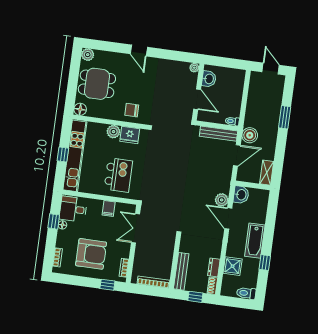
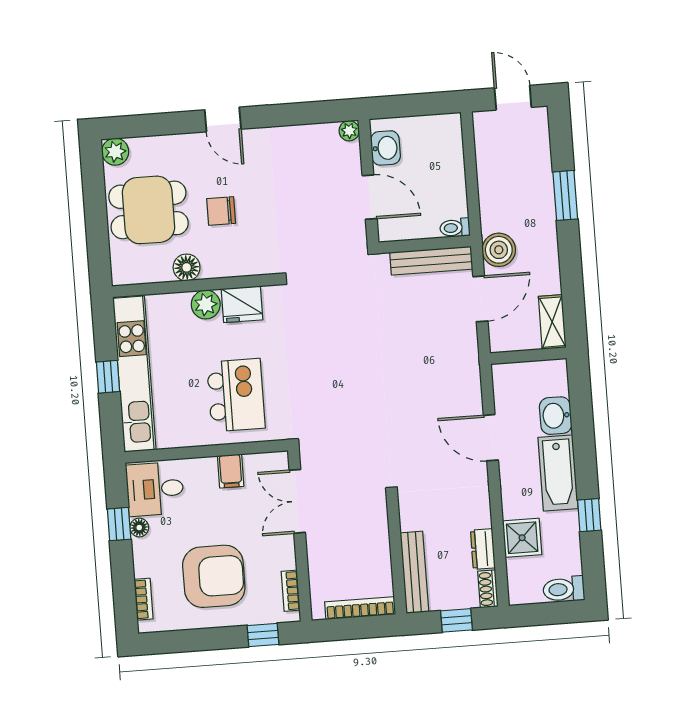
floor lamp: (80, 109) -> (187, 267), moved
chair: (132, 110) -> (221, 211), moved
washbasin: (241, 195) -> (556, 416), moved, turned 180
plant: (222, 200) -> (468, 401), removed

